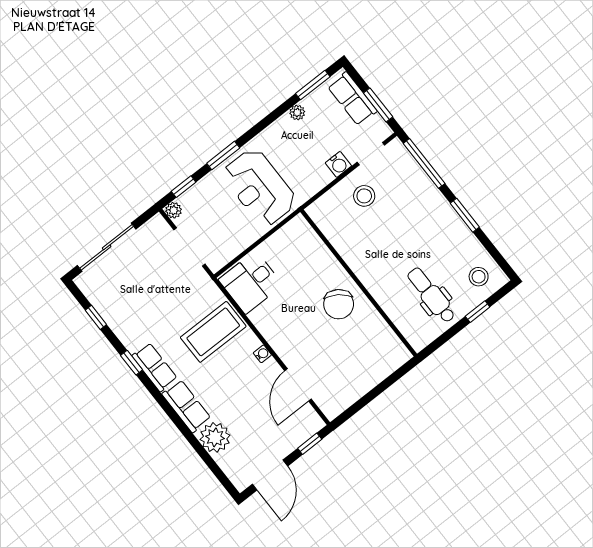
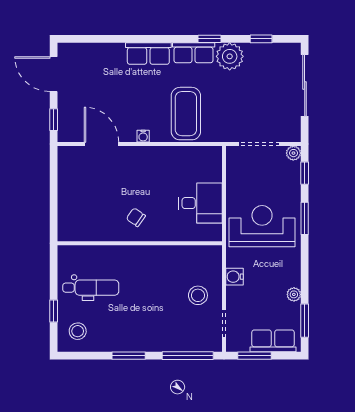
water cooler: (338, 164) -> (234, 277), moved
desk: (251, 282) -> (200, 203), moved, turned 90
chair: (339, 304) -> (136, 217), width x0.54, depth x0.54
plant: (215, 437) -> (230, 56), moved

